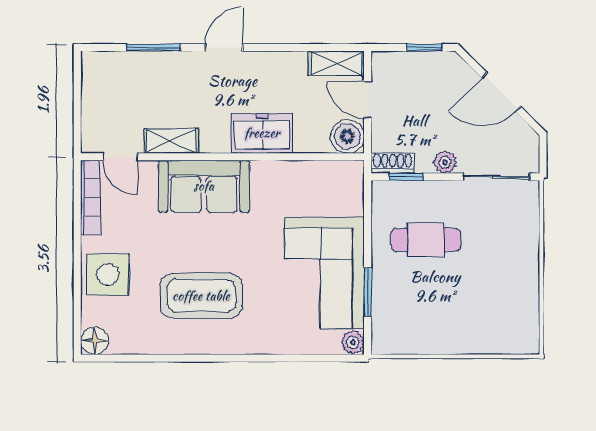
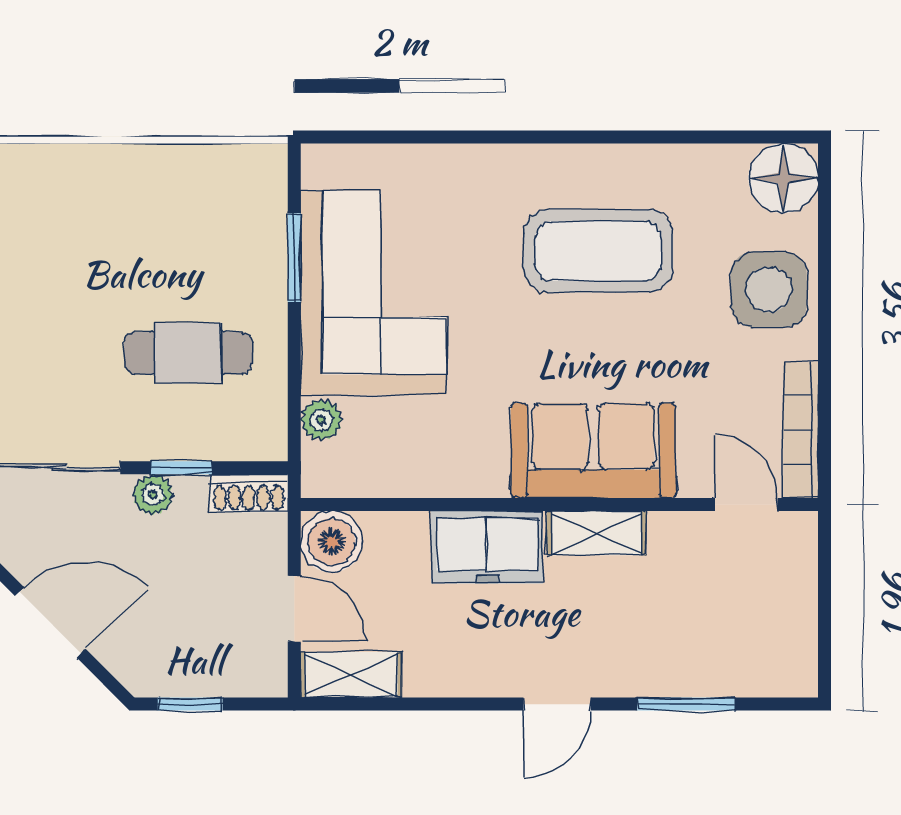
shelving: (171, 141) -> (597, 533), moved
window: (406, 177) -> (181, 468), moved
floor lamp: (95, 341) -> (783, 178), width x1.38, depth x1.38
plant: (353, 342) -> (321, 420), moved

